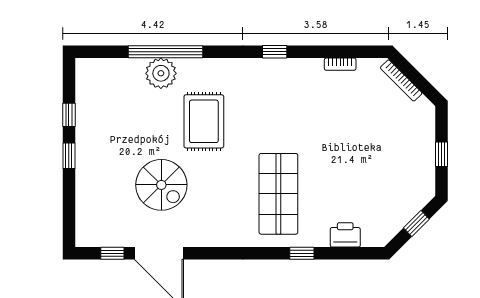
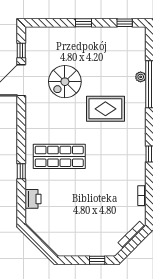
plant: (161, 73) -> (141, 77), width x0.53, depth x0.53
window: (69, 115) -> (125, 23), moved
window: (441, 154) -> (97, 260), moved
window: (416, 223) -> (40, 244), removed

